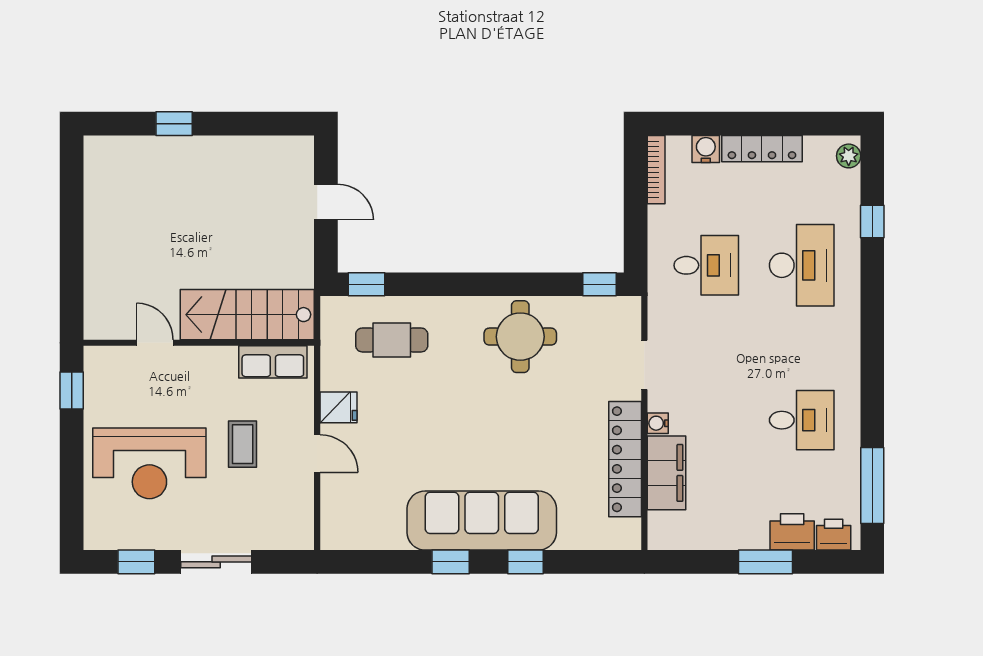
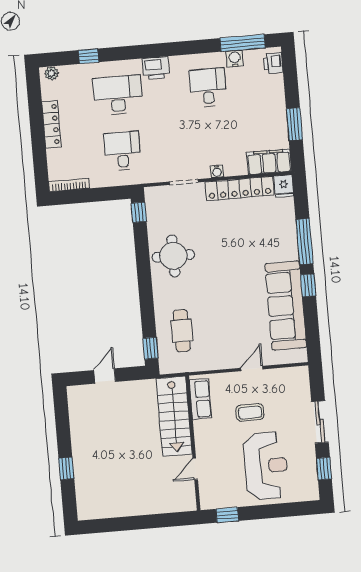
water cooler: (706, 149) -> (235, 59), moved, turned 90
fridge: (338, 407) -> (284, 186), moved, turned 180
filing cabinet: (666, 473) -> (269, 162), moved
sofa: (482, 521) -> (286, 306), moved
printer: (792, 532) -> (156, 68), moved, turned -90
window: (526, 562) -> (304, 242), width x2.17
window: (766, 562) -> (294, 124), moved

